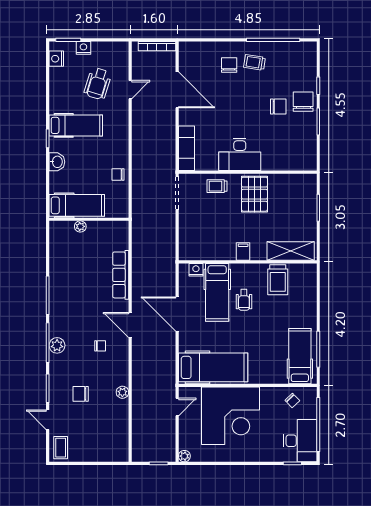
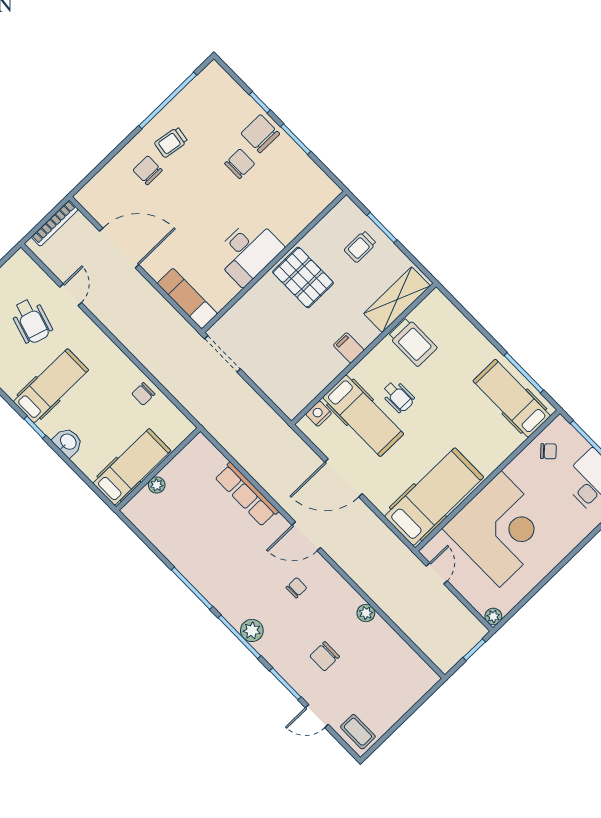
trolley: (217, 186) -> (360, 247), moved

